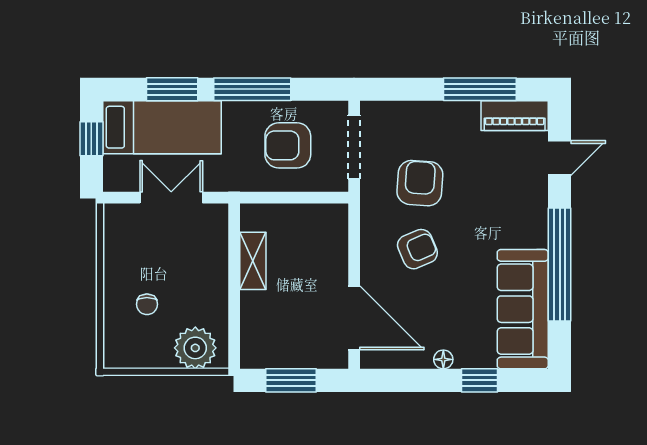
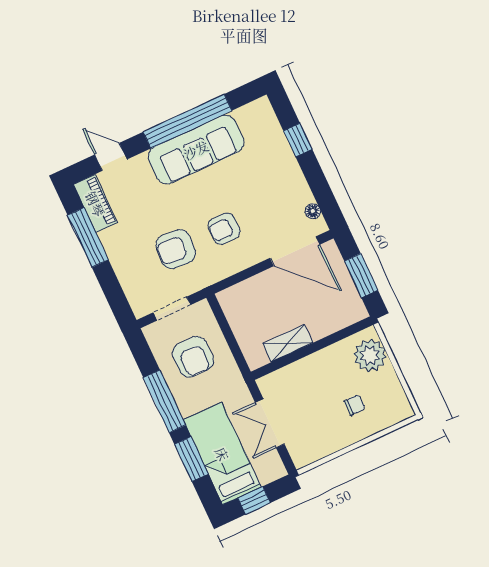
doorway: (354, 147) -> (172, 309), width x0.73
armchair: (417, 249) -> (224, 229), turned -67
sofa: (523, 309) -> (196, 150), moved
door: (354, 318) -> (295, 251), swing flipped
floor lamp: (443, 359) -> (313, 211), moved

